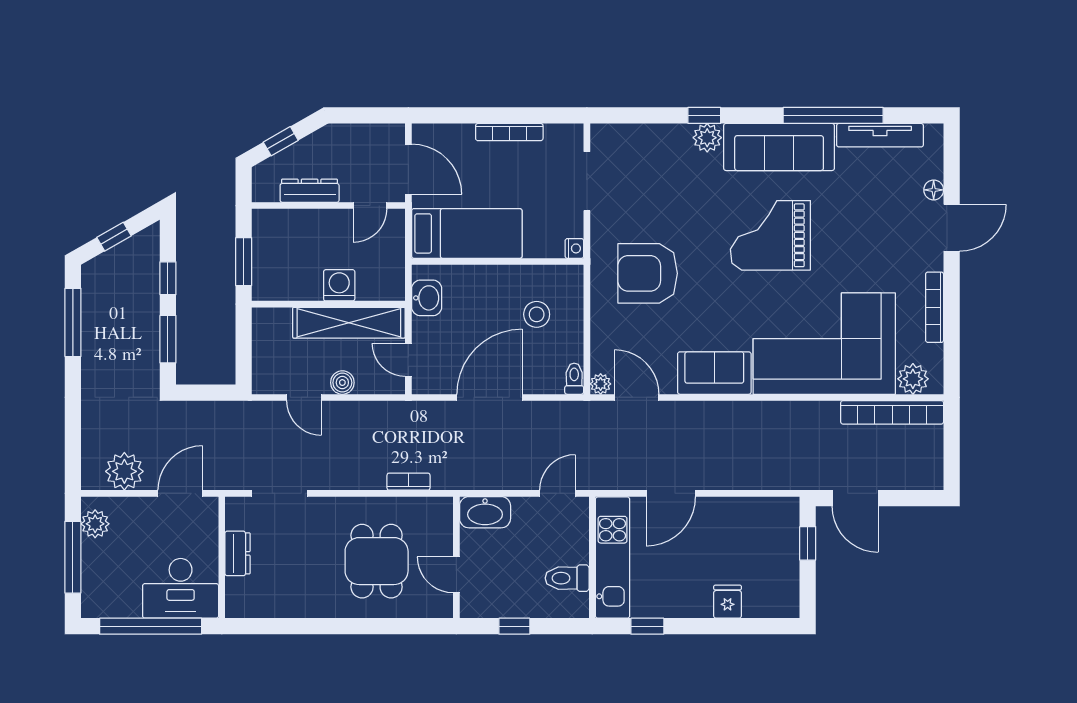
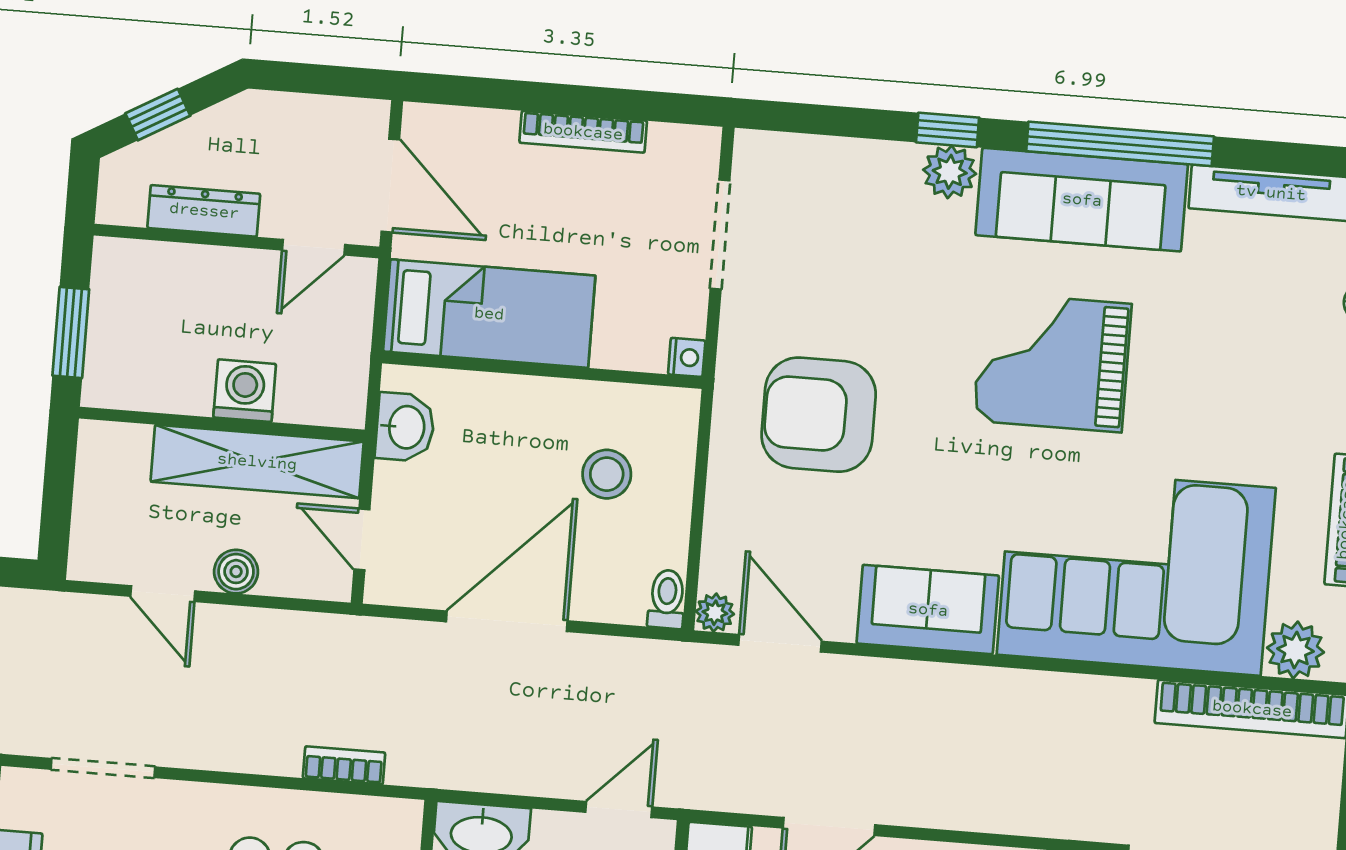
window: (833, 115) -> (1120, 144), moved

